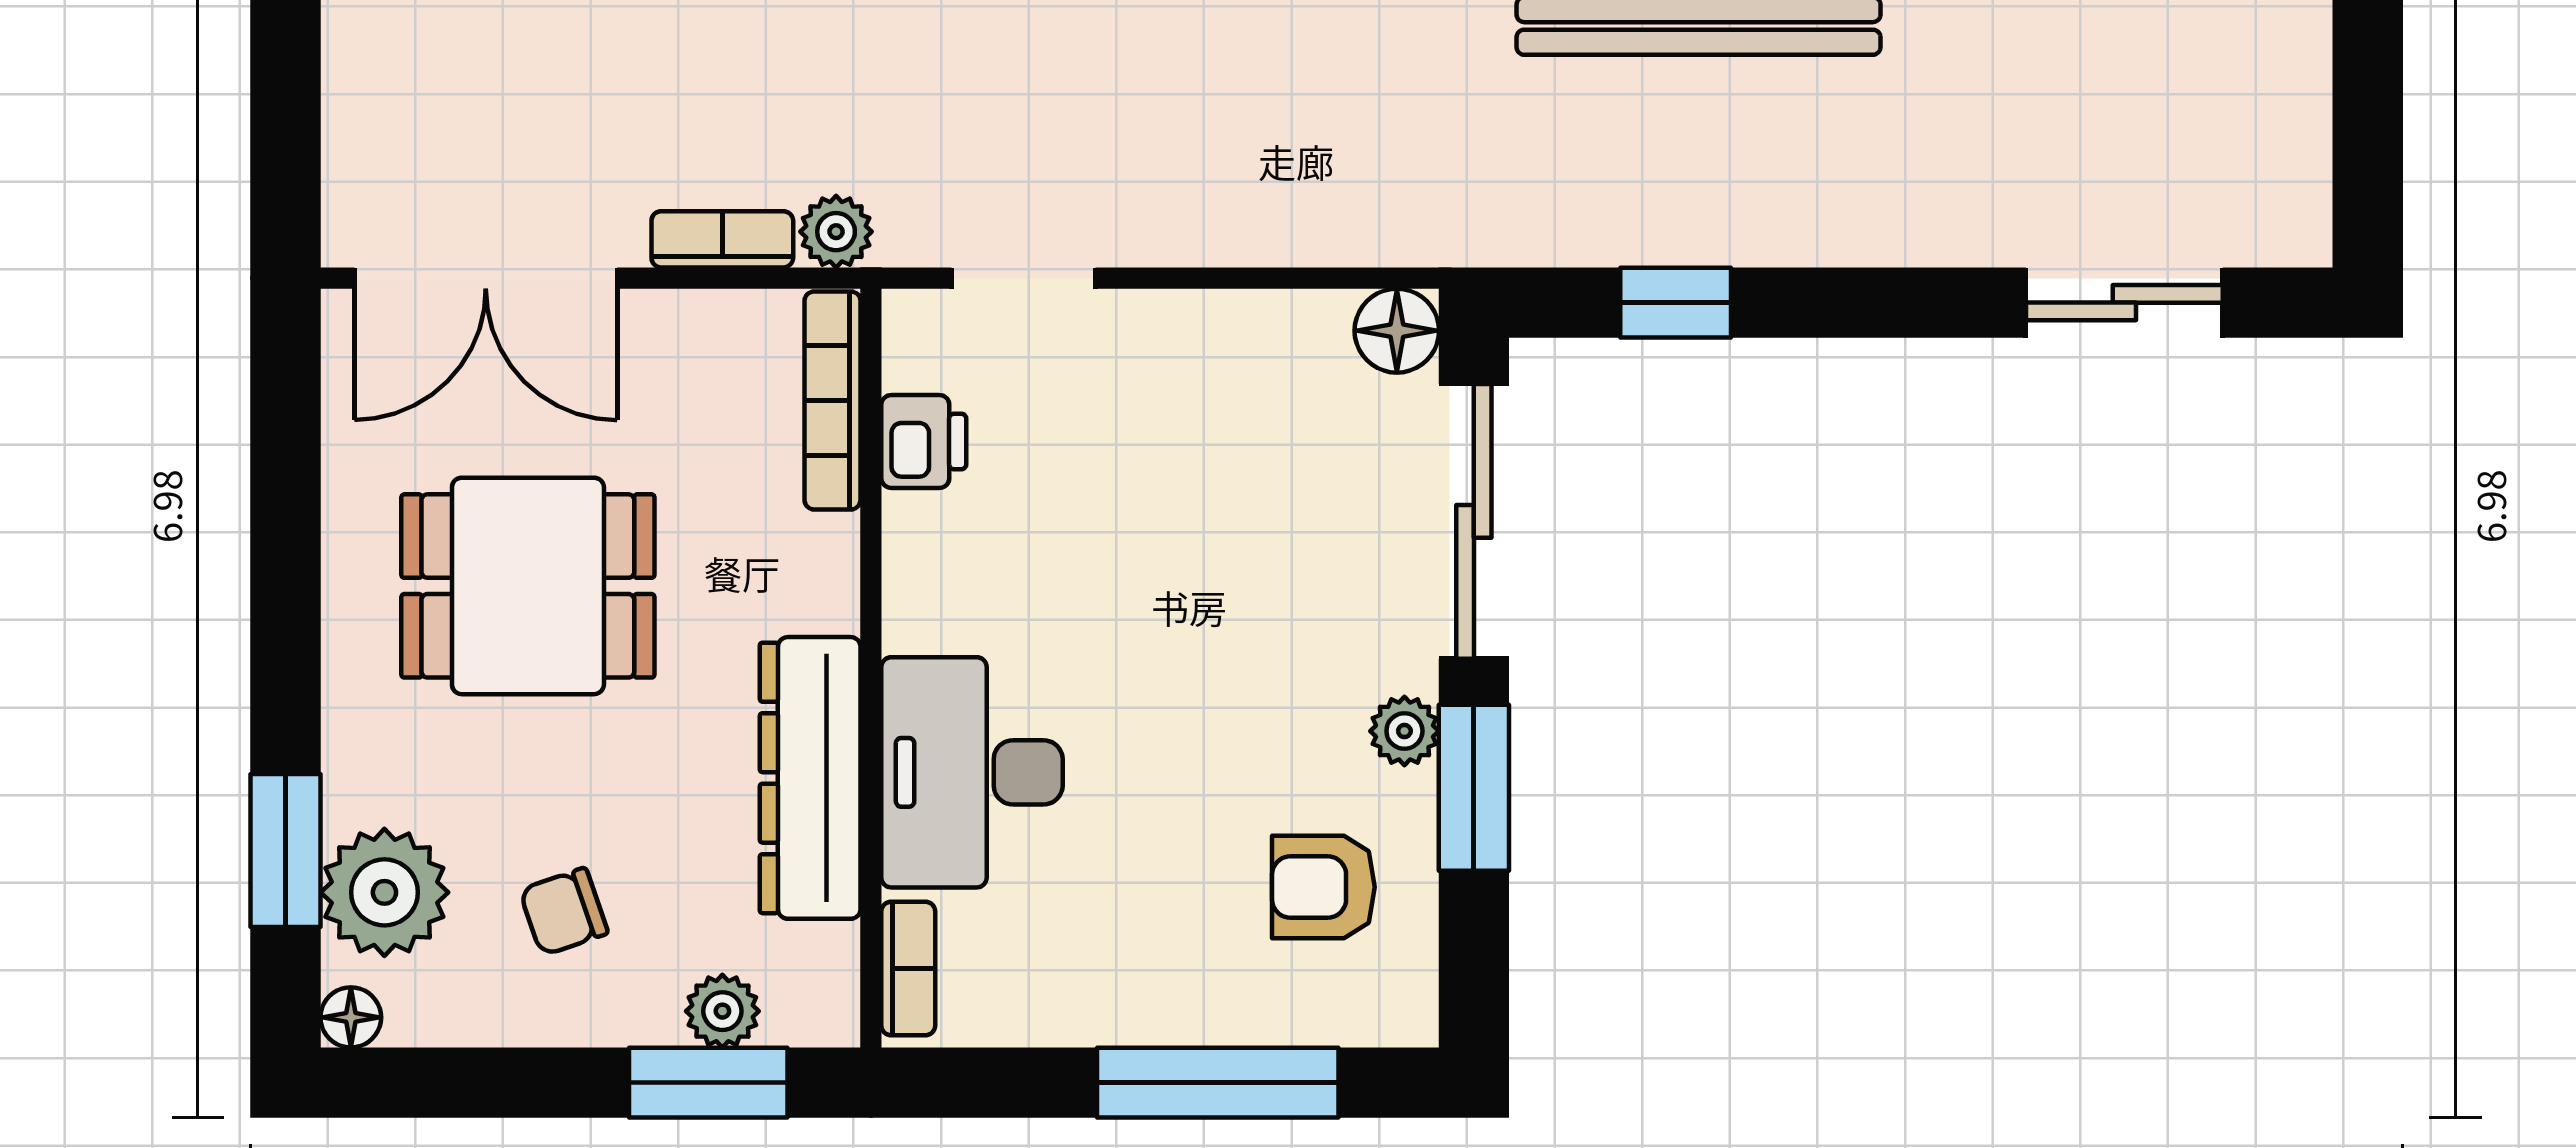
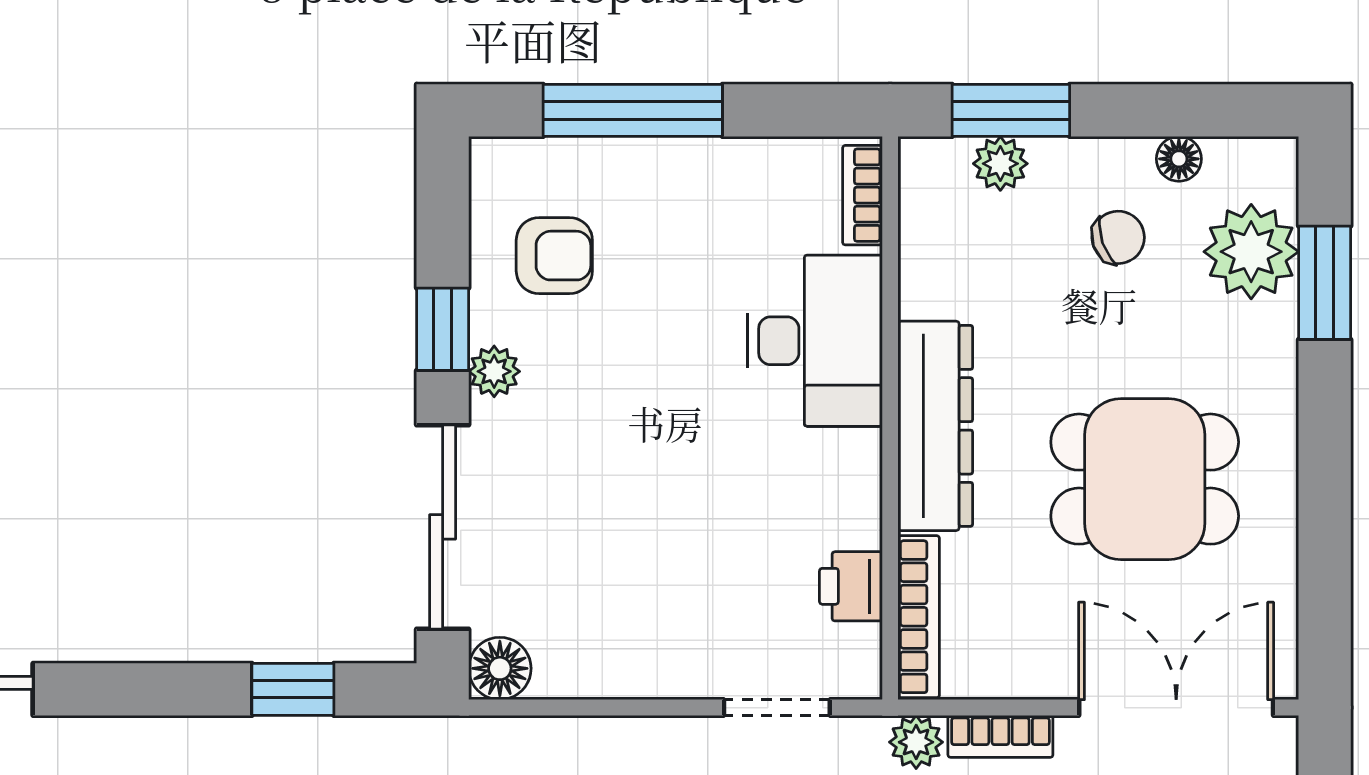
dresser: (810, 778) -> (935, 426), moved
window: (1474, 788) -> (443, 329), width x0.67
floor lamp: (351, 1017) -> (1179, 159), moved

